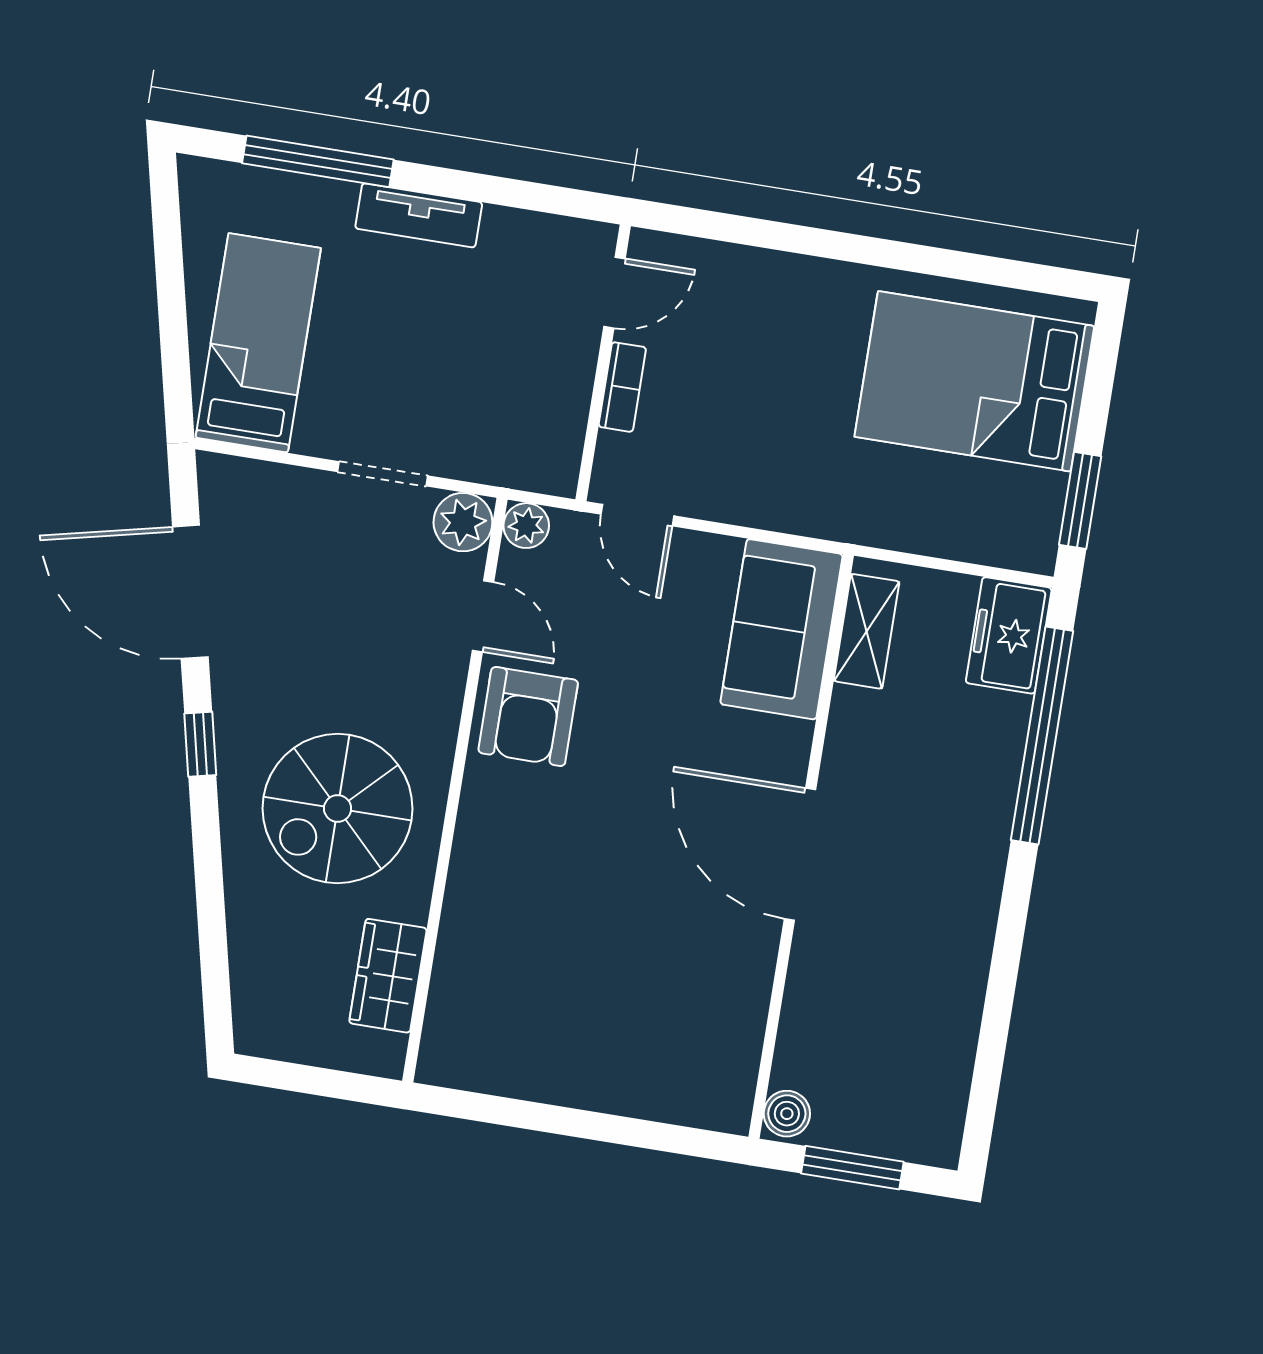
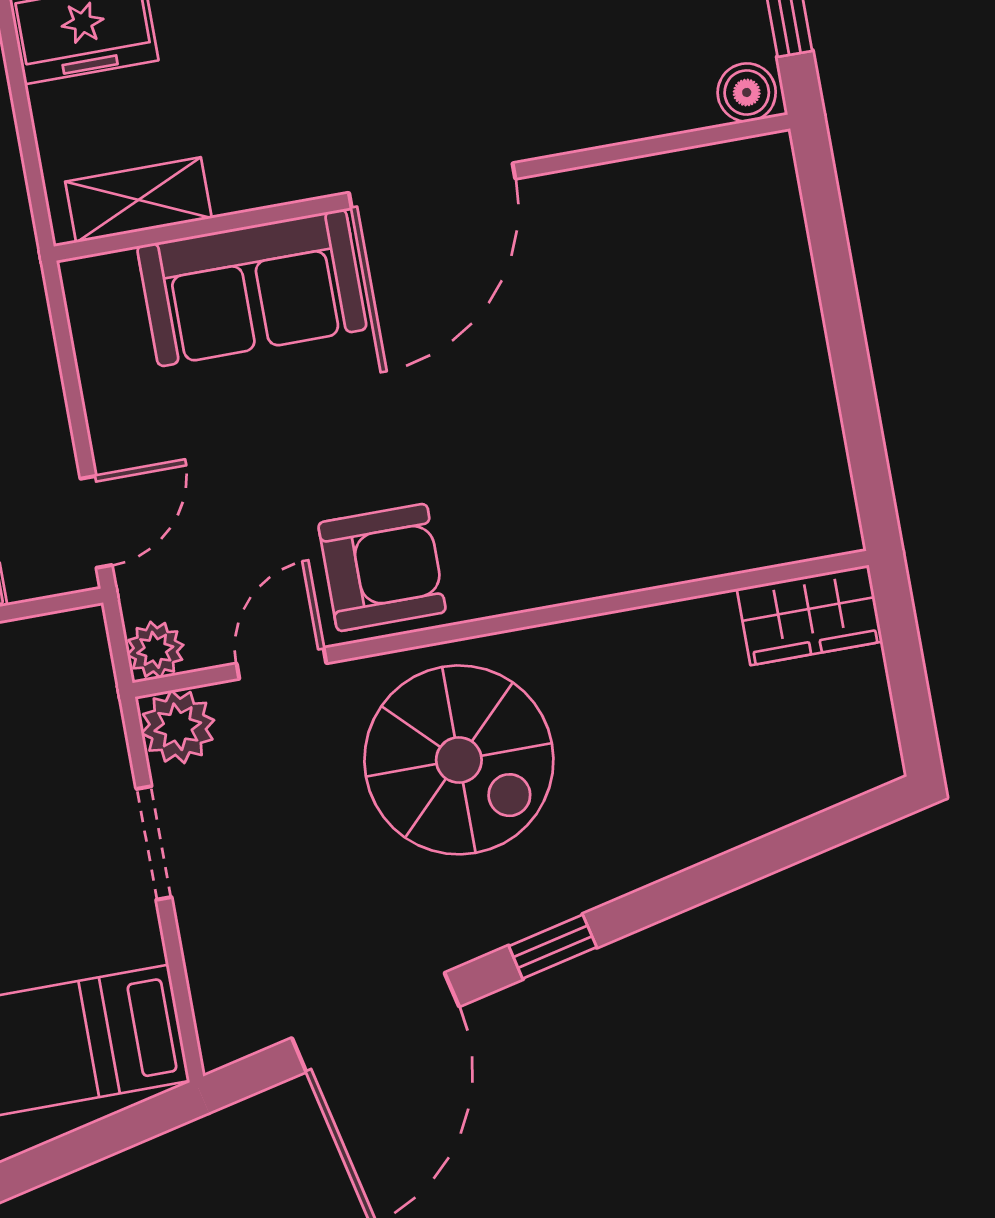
sofa: (782, 629) -> (252, 288), moved
spiral stairs: (338, 809) -> (459, 760), moved
wardrobe: (388, 976) -> (810, 615), moved

